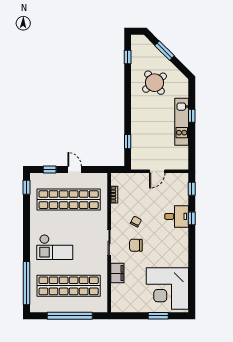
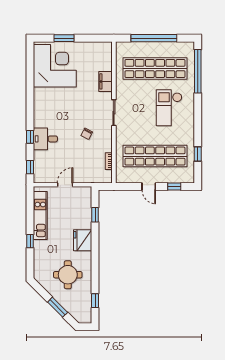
round table: (154, 83) -> (68, 275), turned 37
fridge: (140, 117) -> (83, 240), added
kitchen unit: (182, 122) -> (40, 216), moved
window: (26, 187) -> (198, 154), moved
chair: (136, 245) -> (87, 110), removed
checkout: (55, 247) -> (169, 108), turned -90

